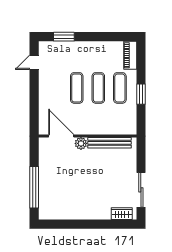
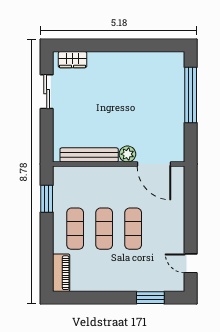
door: (34, 62) -> (191, 263), swing flipped
window: (141, 94) -> (47, 199), moved
sliding door: (141, 190) -> (47, 92), width x0.73

